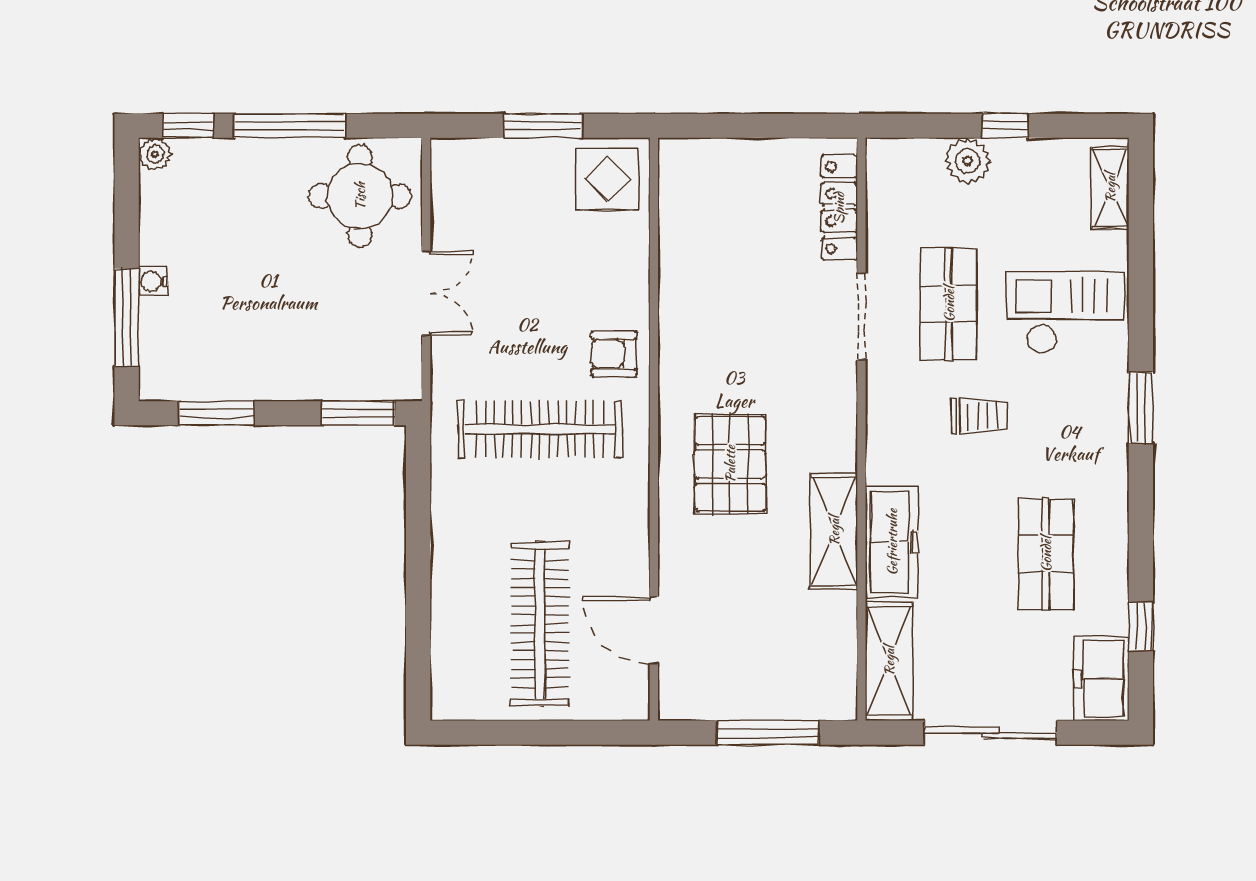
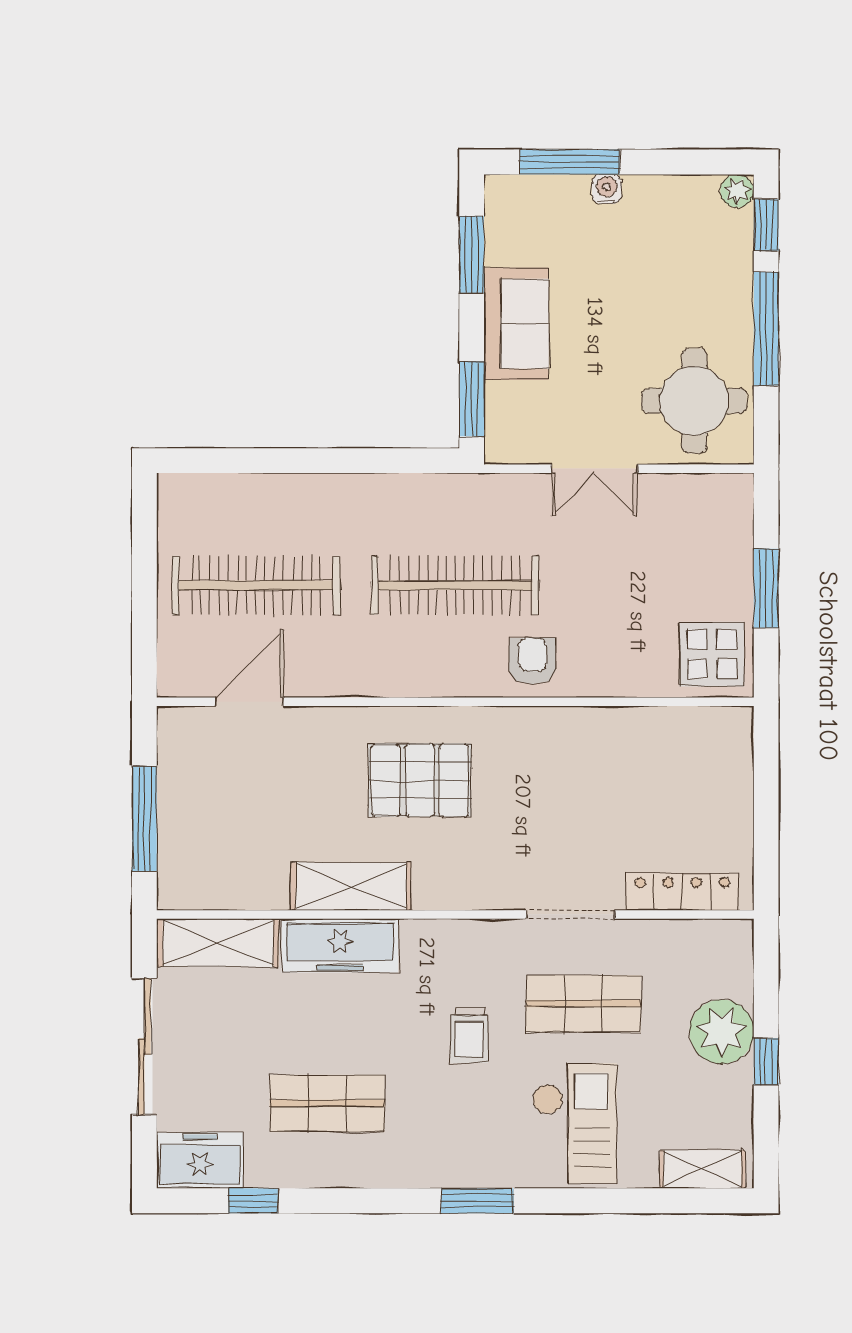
plant: (967, 161) -> (722, 1032), width x1.36, depth x1.36
sofa: (285, 370) -> (516, 324), added
clothes rail: (540, 429) -> (455, 585), turned 90

